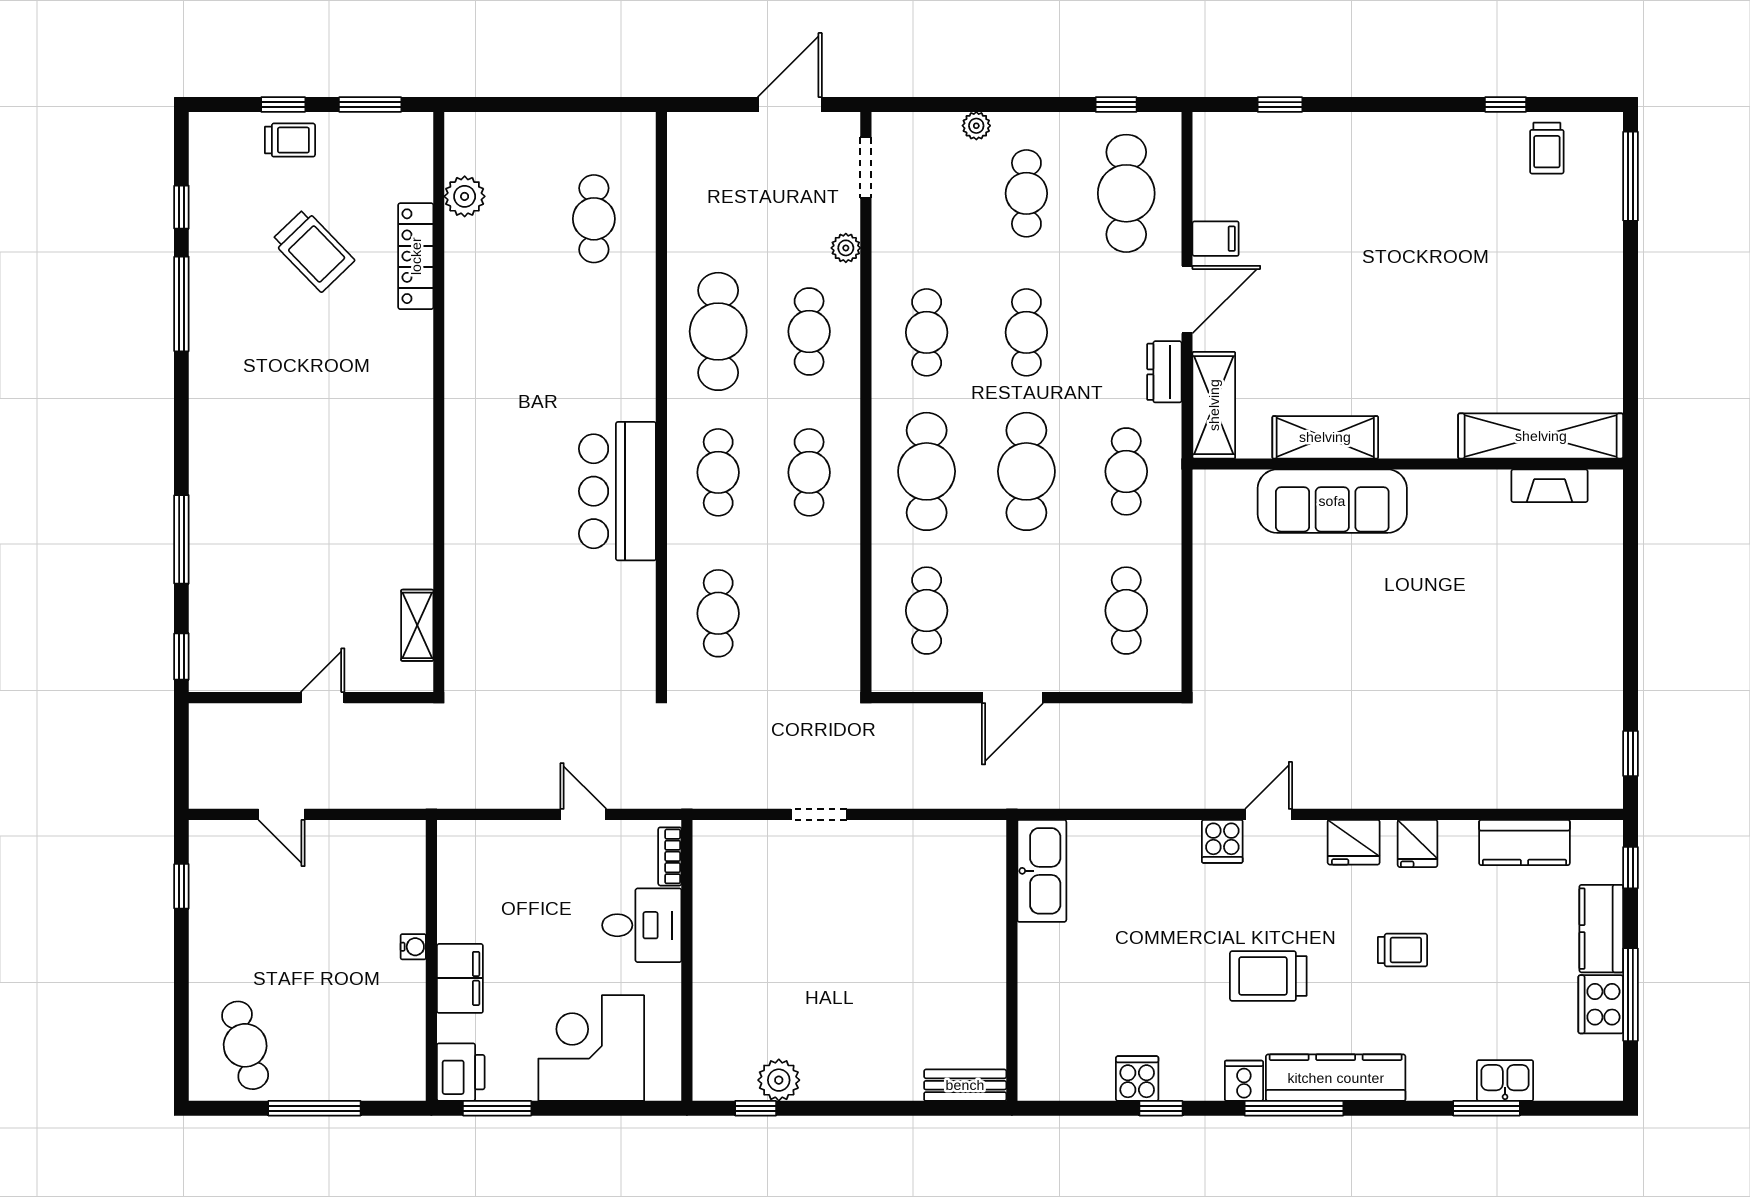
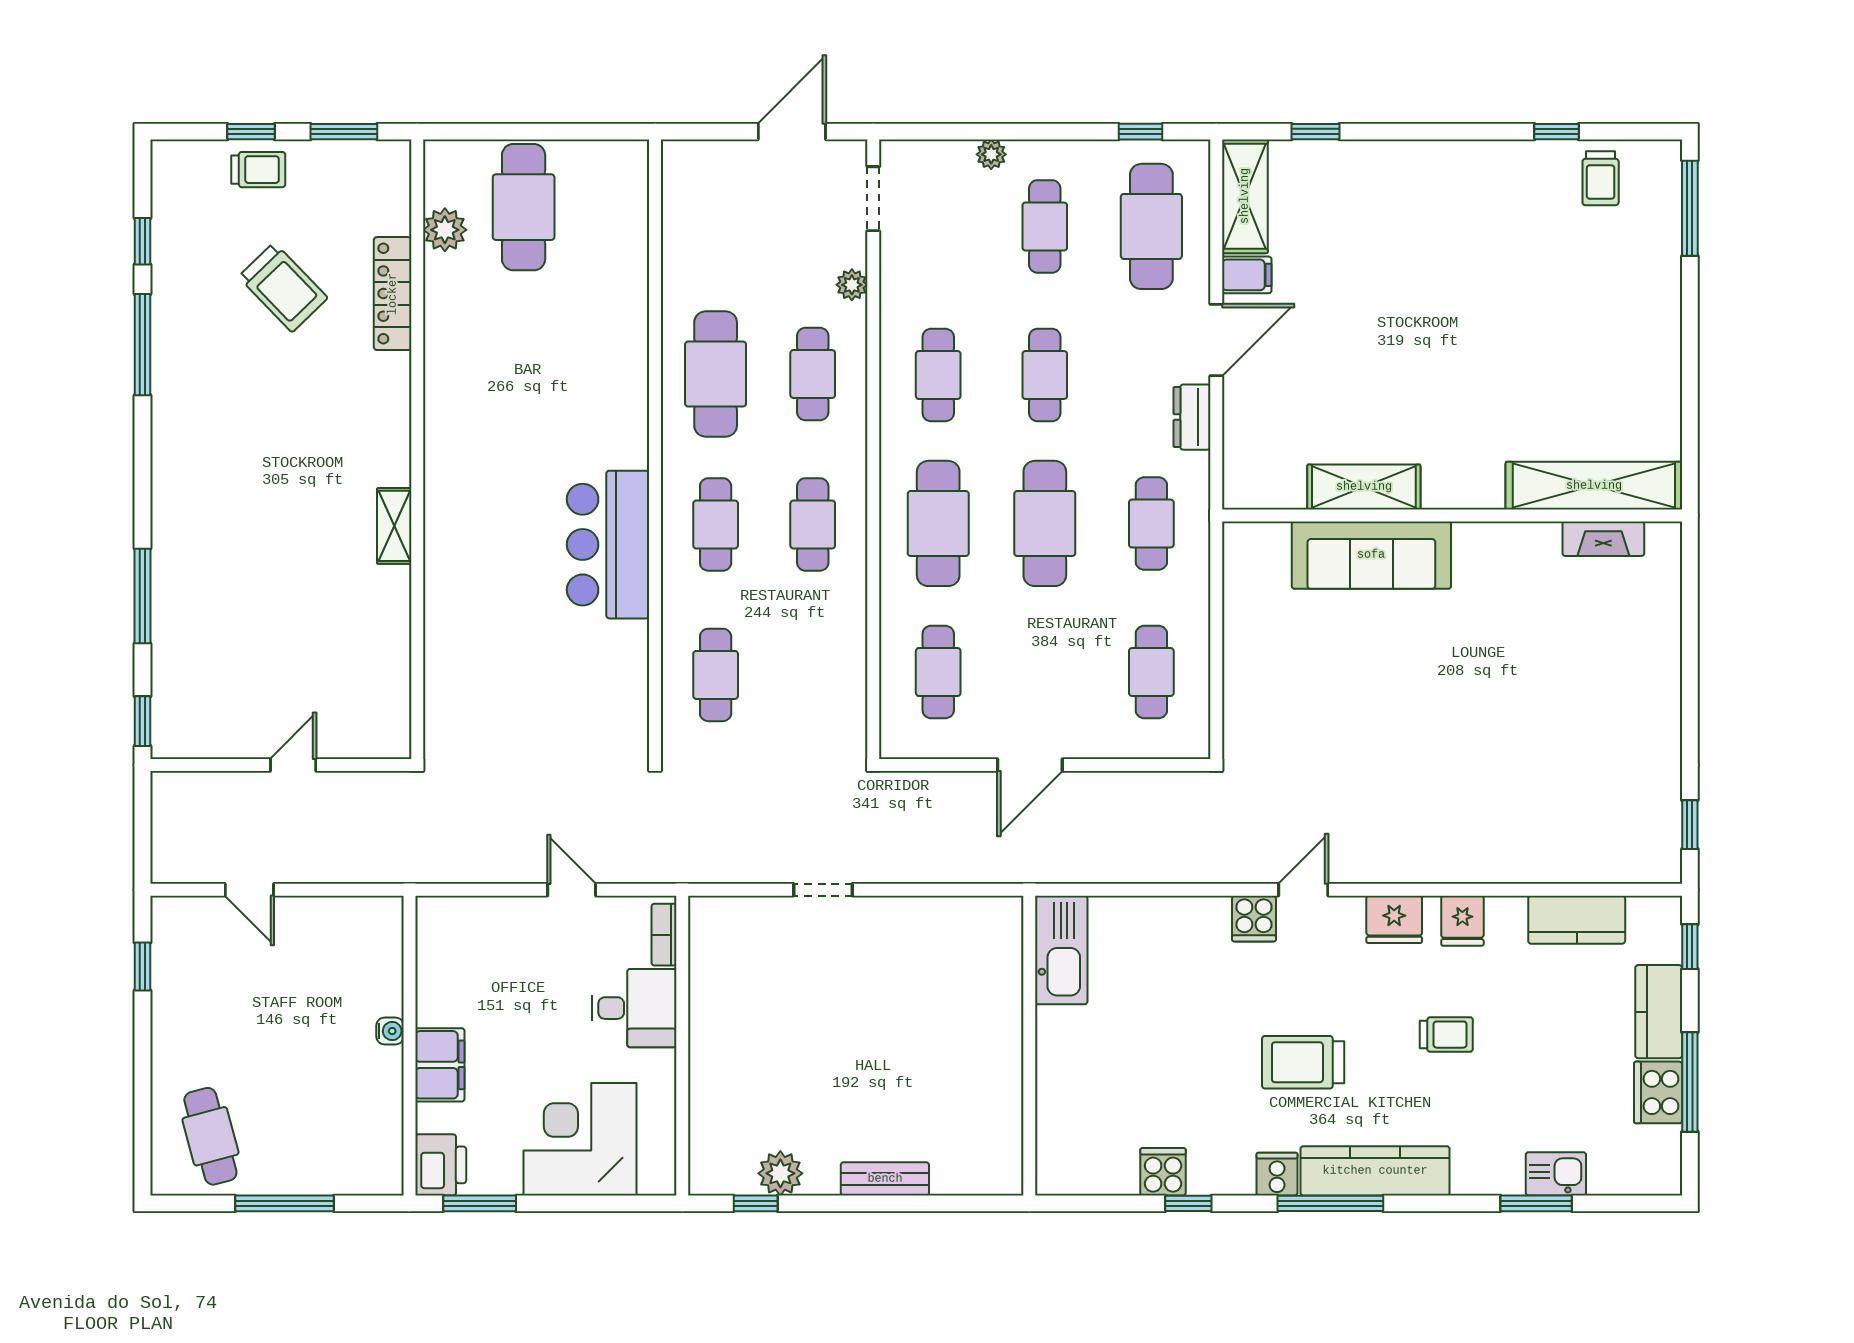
cafe table: (594, 219) -> (524, 207), moved, width x1.37, depth x1.35
shelving: (1214, 405) -> (1245, 196), moved
shelving: (417, 625) -> (394, 526), moved
bench: (965, 1085) -> (885, 1179), moved

